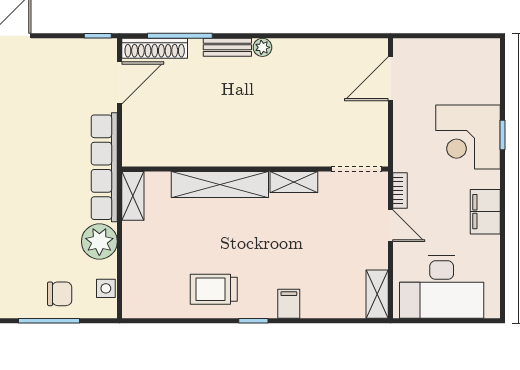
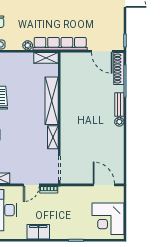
corner desk: (468, 137) -> (108, 219), moved, turned -90
plant: (99, 242) -> (28, 45), width x0.53, depth x0.53

